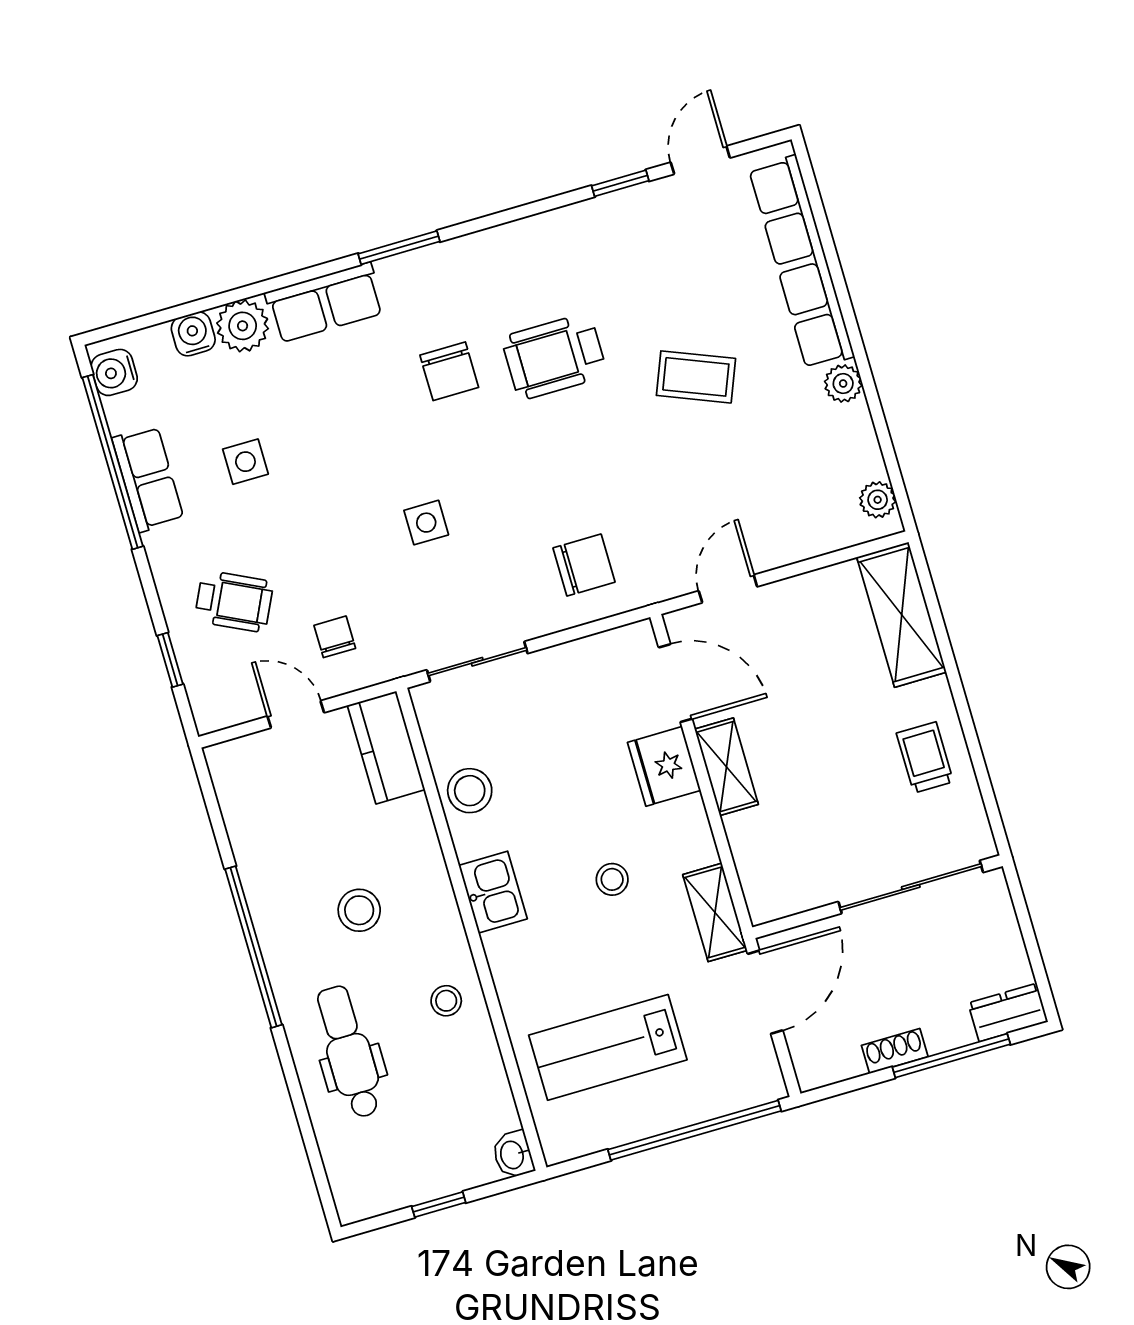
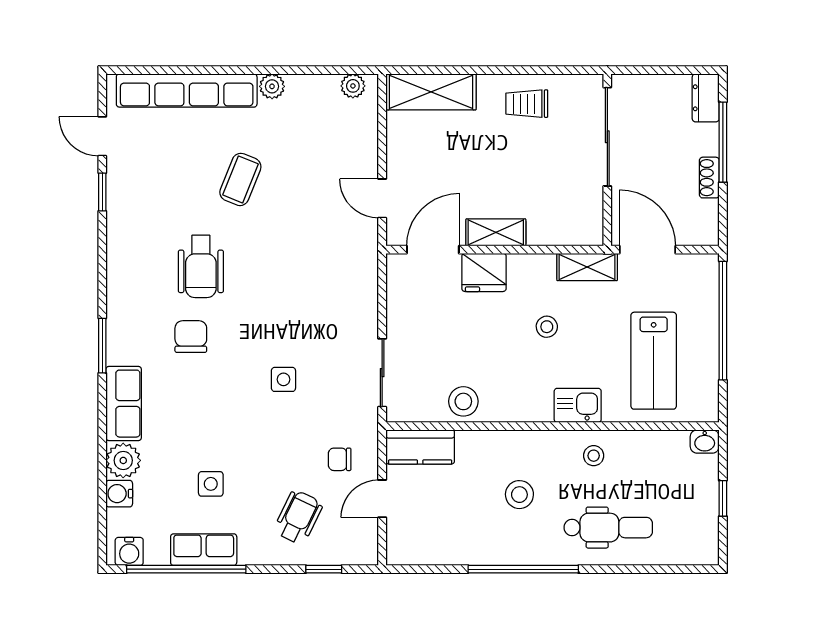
chair: (449, 371) -> (191, 337), turned -90
chair: (584, 565) -> (340, 286), removed
kitchen sink: (493, 892) -> (578, 405), moved
dental chair: (349, 1052) -> (608, 528), turned 180

